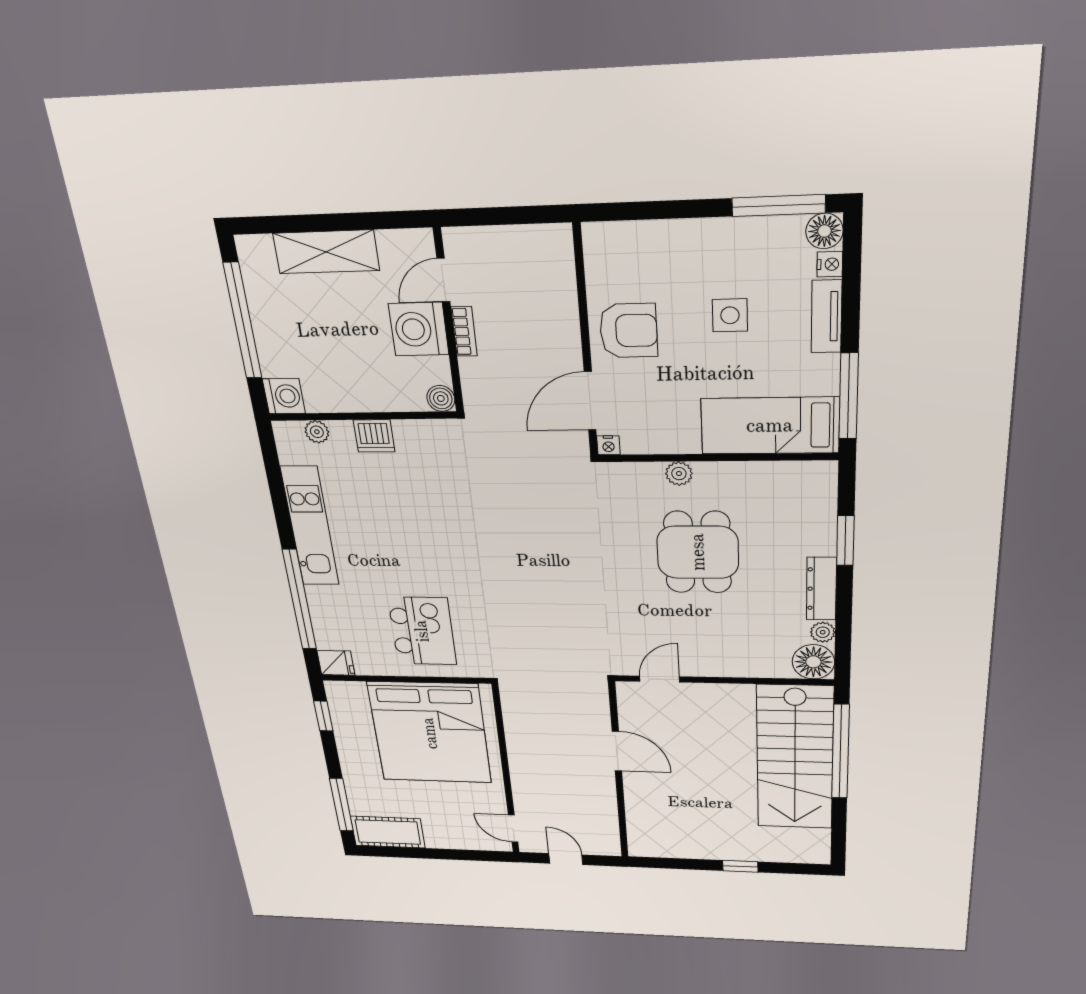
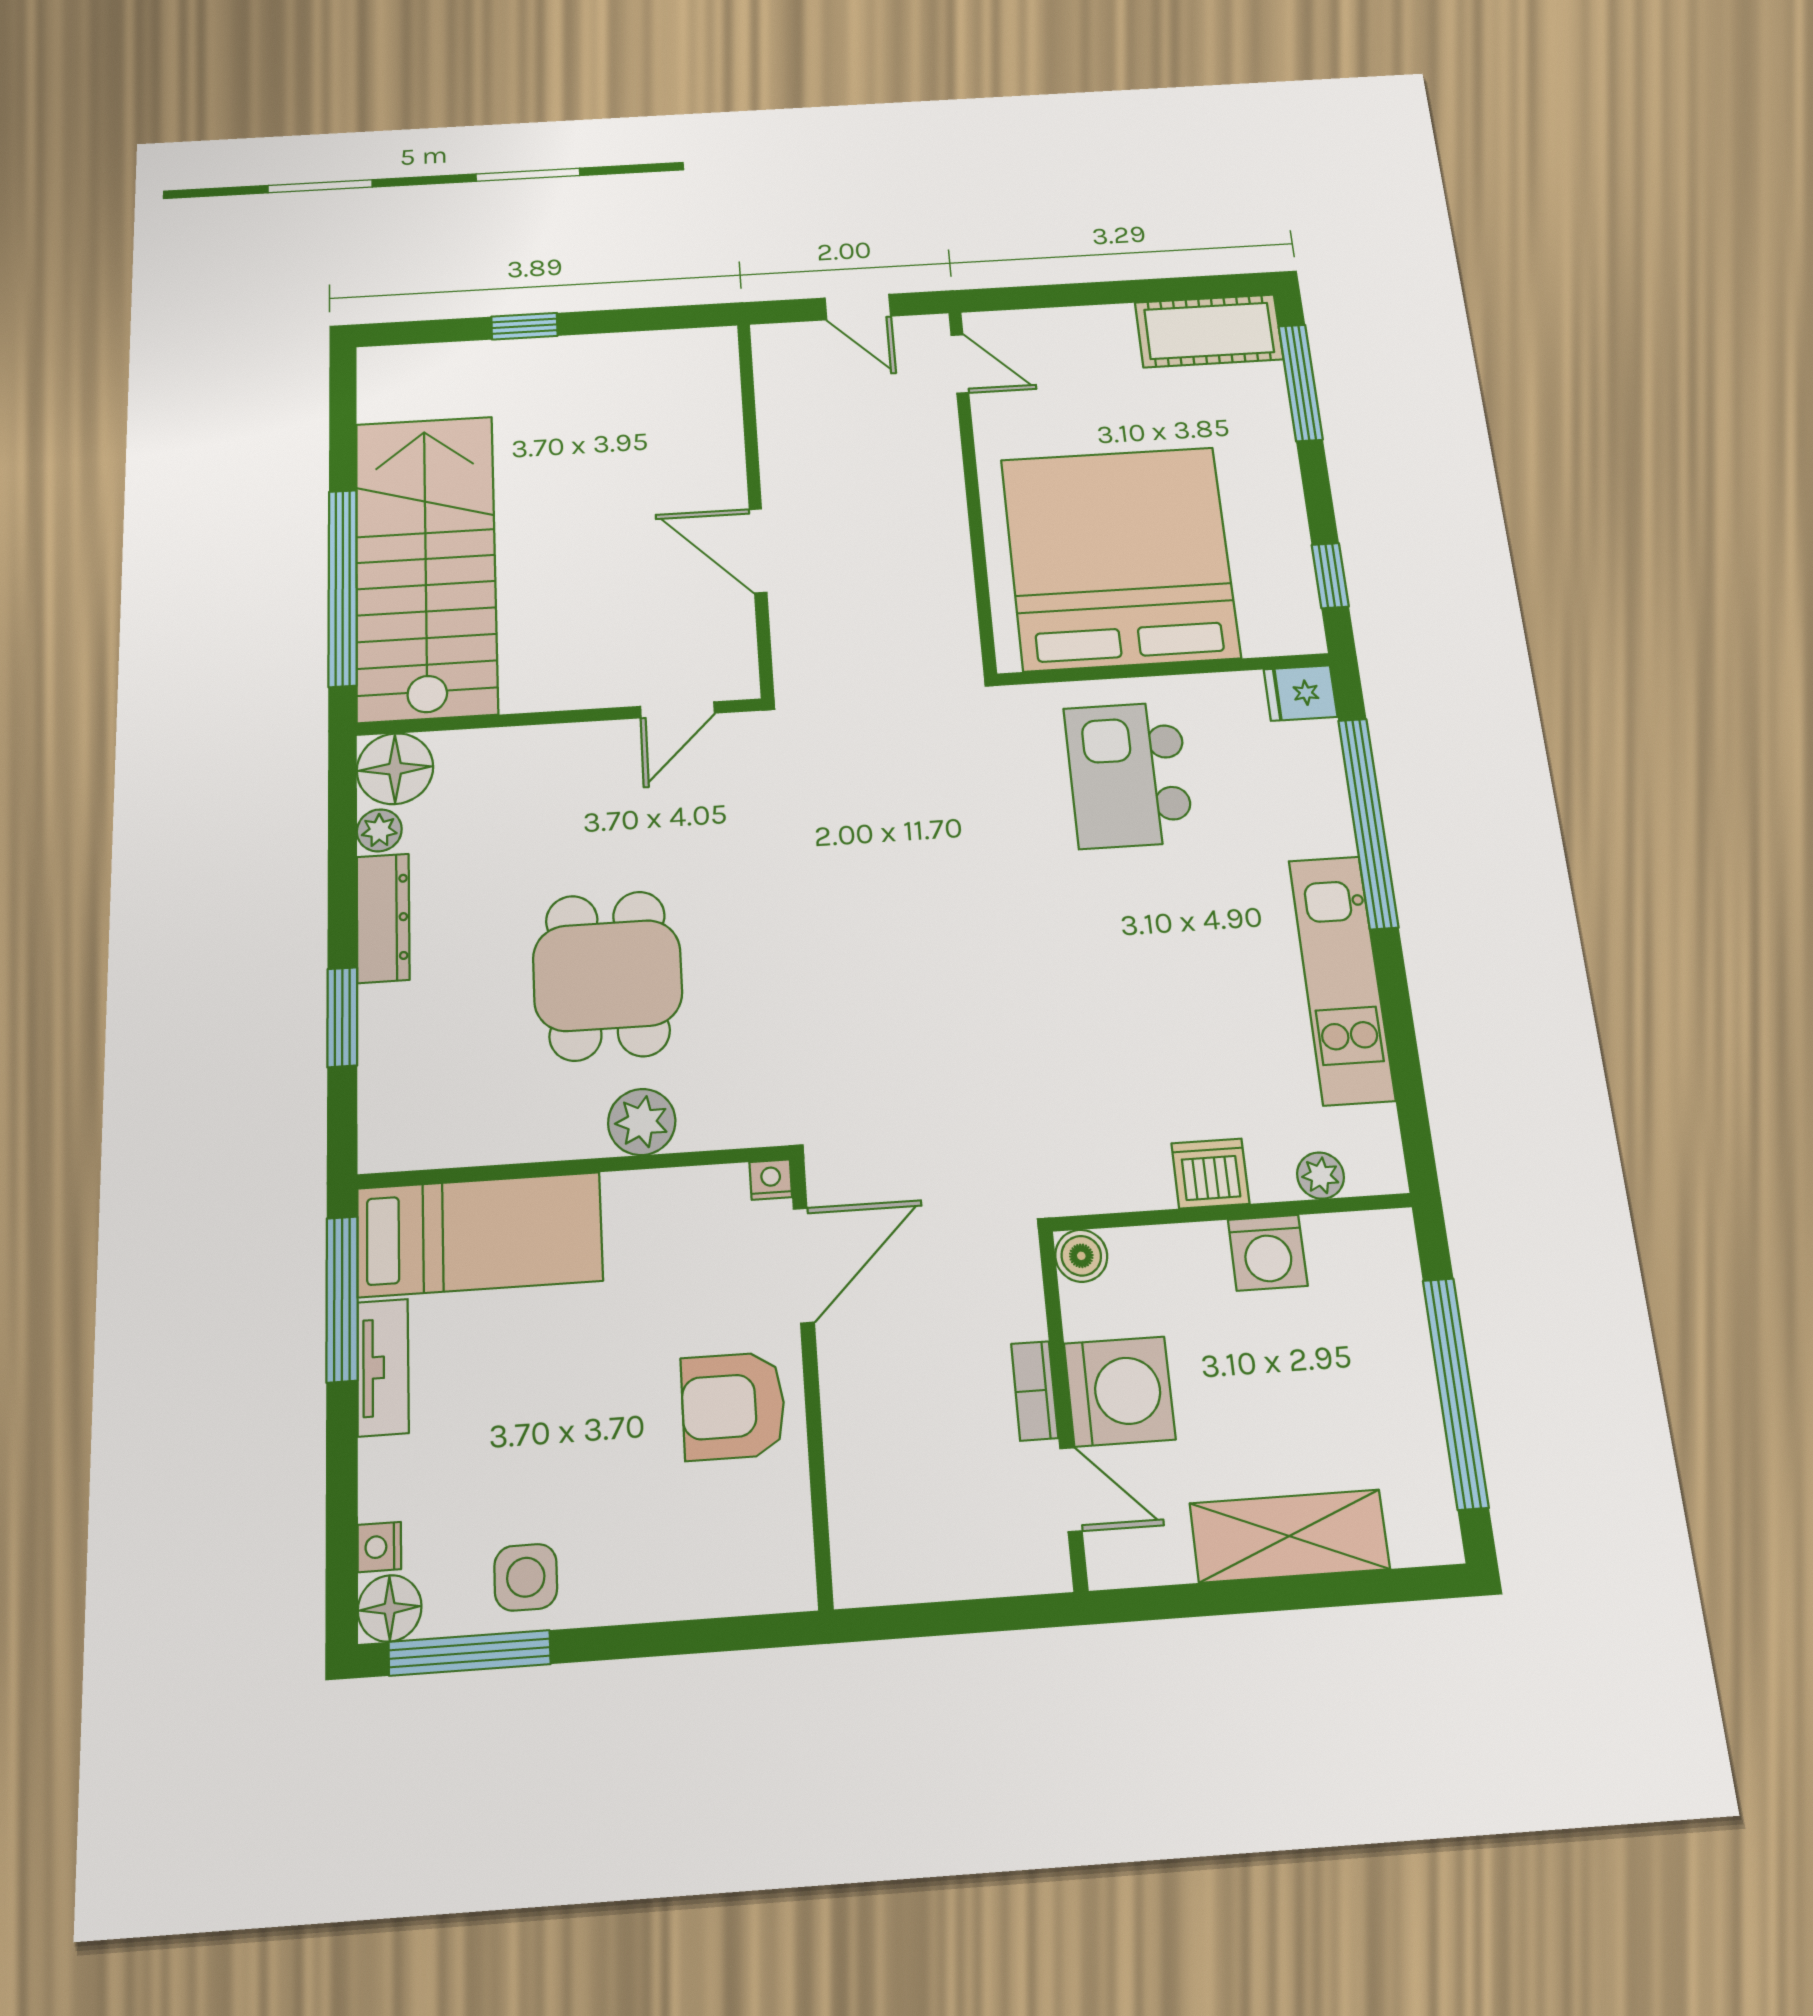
door: (443, 280) -> (1071, 1490), hinge flipped
side table: (730, 315) -> (526, 1577), moved
tv unit: (827, 317) -> (383, 1367), moved
washing machine: (284, 396) -> (1268, 1253), moved, turned -90
plant: (679, 474) -> (642, 1122), width x1.38, depth x1.38

